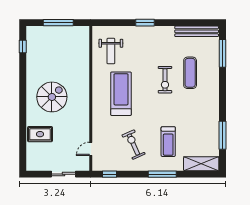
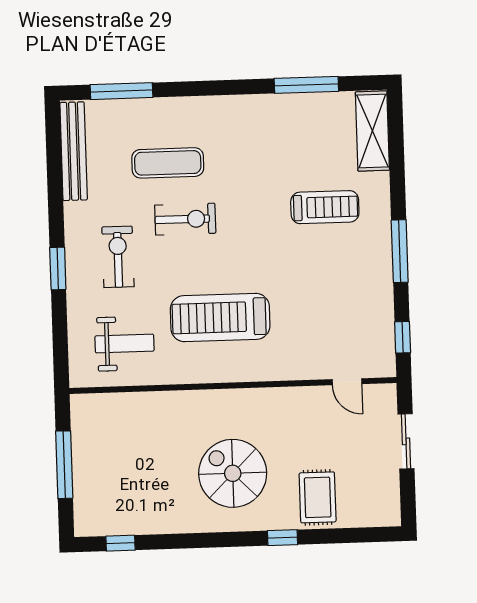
window: (23, 118) -> (283, 538), added
exercise bike: (133, 145) -> (118, 257), moved, turned 114
window: (162, 174) -> (400, 251), moved

